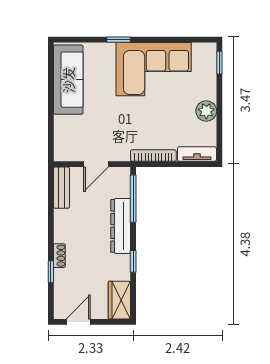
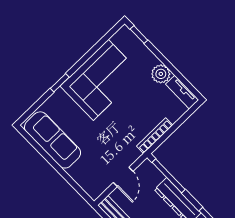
tv unit: (197, 154) -> (182, 92), moved, turned -90

